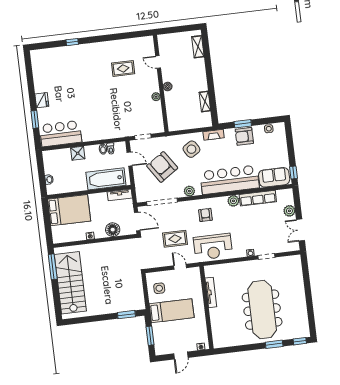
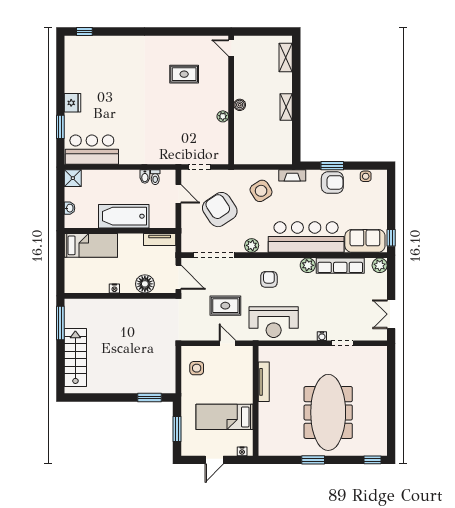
window: (72, 42) -> (84, 31), moved
door: (158, 62) -> (231, 48), moved
shelving: (205, 102) -> (286, 107), moved
armchair: (244, 136) -> (332, 182), turned 180
shower: (78, 153) -> (73, 178), moved
bathtub: (106, 179) -> (124, 216), moved
bed: (69, 210) -> (91, 245), width x0.67
plant: (289, 211) -> (380, 265), moved
stairs: (70, 283) -> (75, 358), width x0.73, depth x0.66
bed: (172, 311) -> (225, 417), moved, turned 180
window: (274, 344) -> (313, 460), moved

